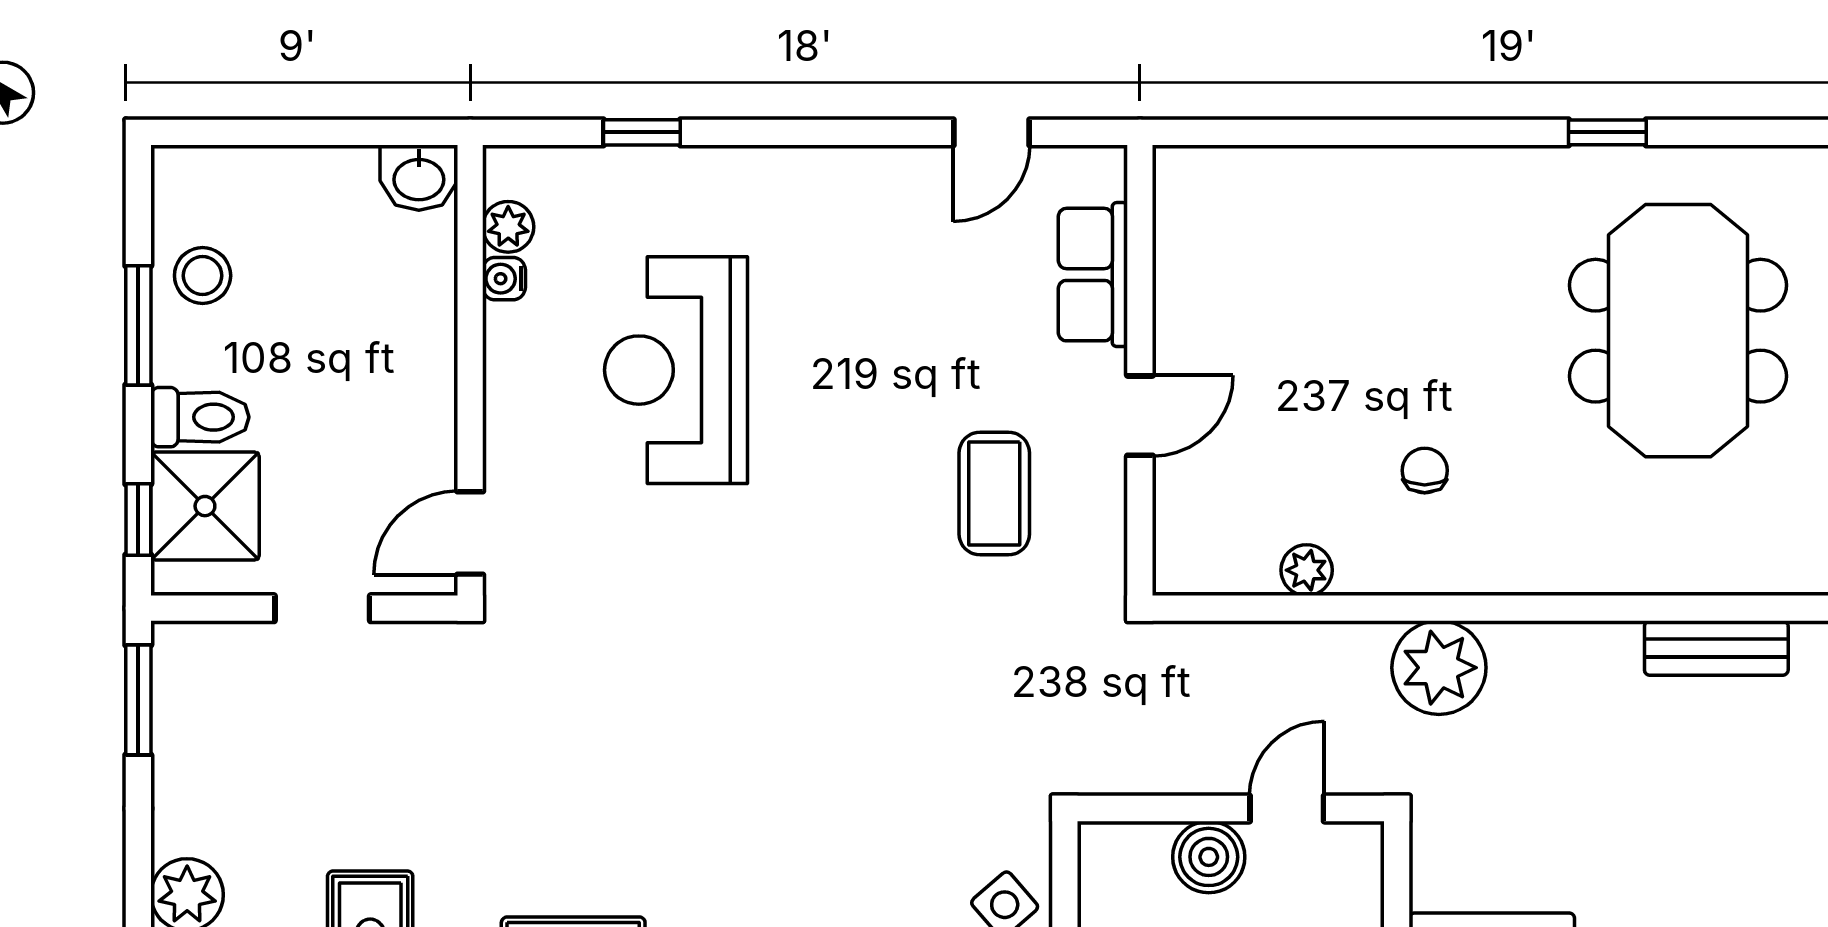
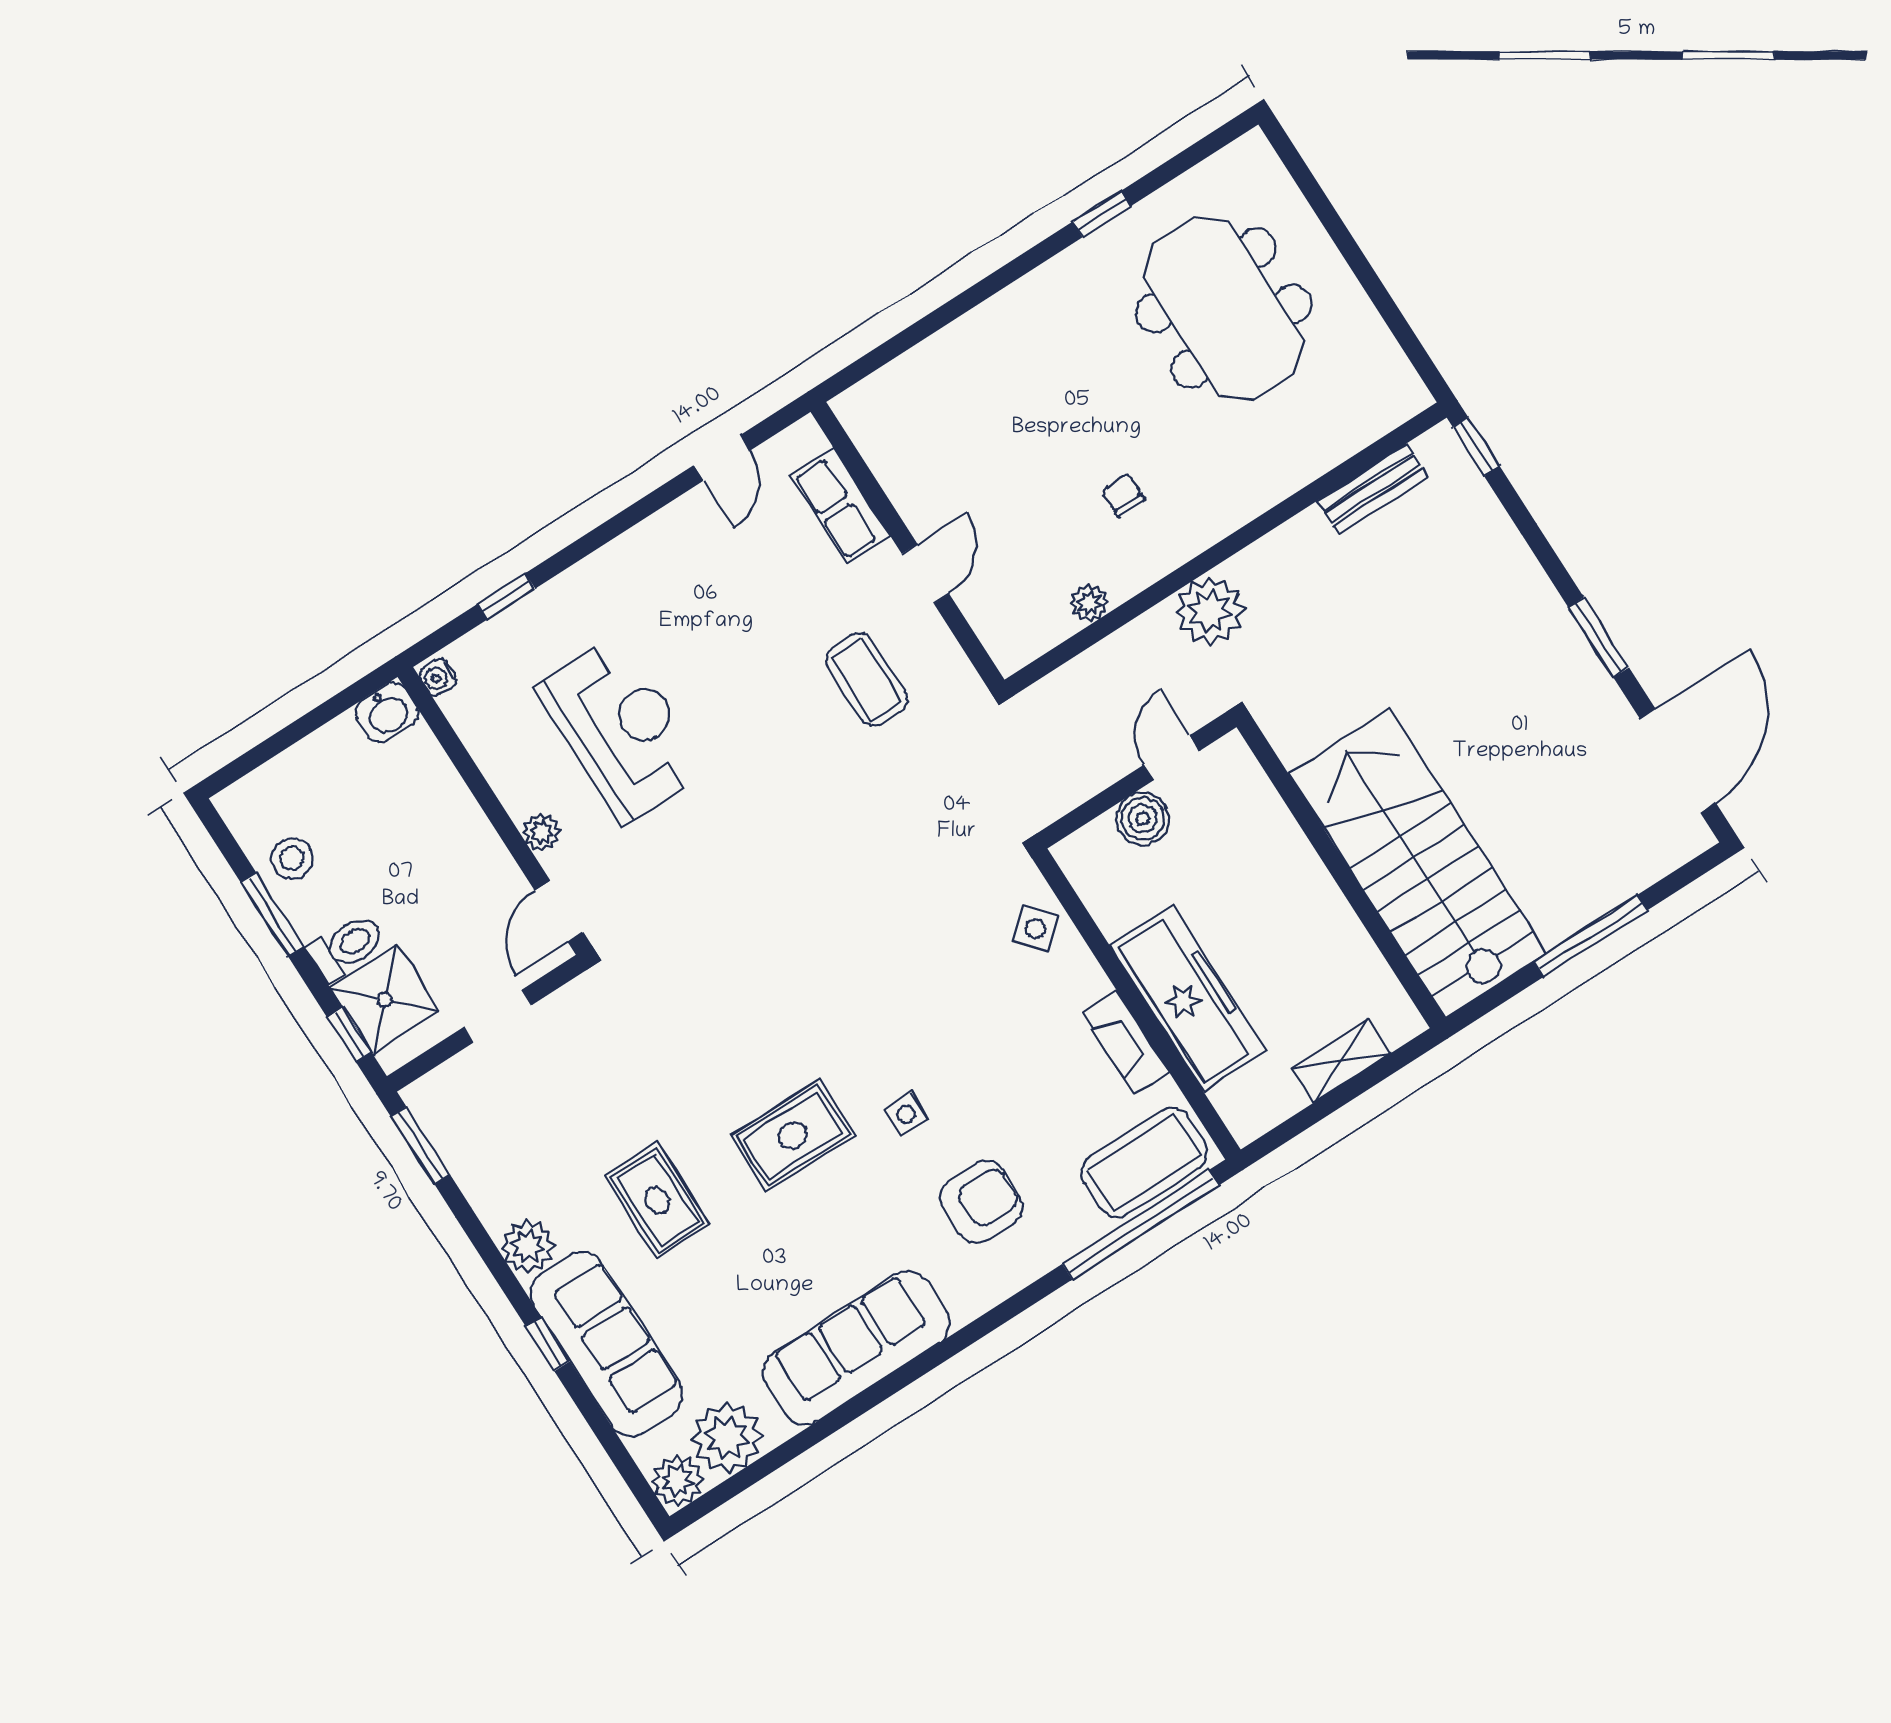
plant: (508, 227) -> (541, 832), moved
water cooler: (504, 279) -> (438, 677), moved
reception desk: (676, 370) -> (621, 729), turned 180

